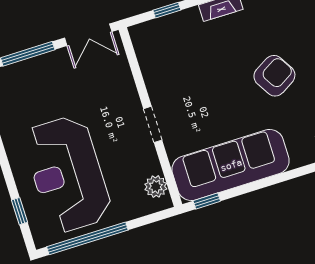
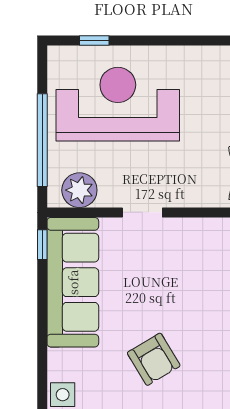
plant: (156, 187) -> (79, 190), width x1.36, depth x1.36
window: (87, 238) -> (42, 140), moved

